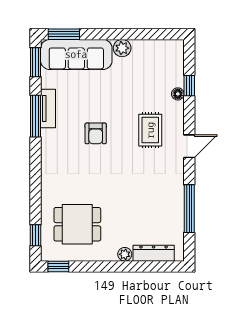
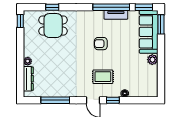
window: (189, 86) -> (113, 100), moved
window: (35, 116) -> (111, 7), width x1.46
dining table: (77, 224) -> (53, 26), moved, turned 90
window: (35, 235) -> (52, 7), moved

